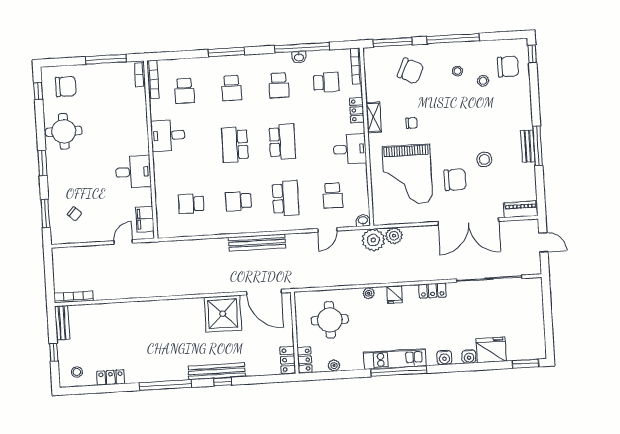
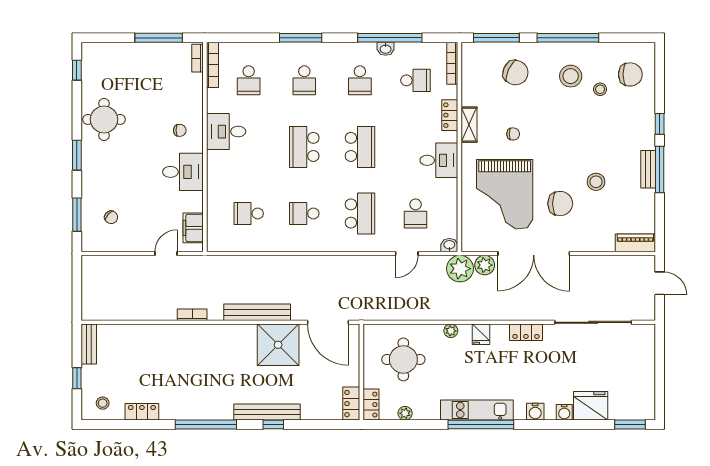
window: (532, 54) -> (660, 124), moved
stool: (457, 71) -> (571, 76), width x1.89, depth x1.89
chair: (66, 87) -> (180, 130), moved, width x0.54, depth x0.54
double door: (468, 221) -> (534, 253), moved
bench: (257, 243) -> (257, 312), moved
bookcase: (74, 297) -> (192, 315), moved, width x0.64

